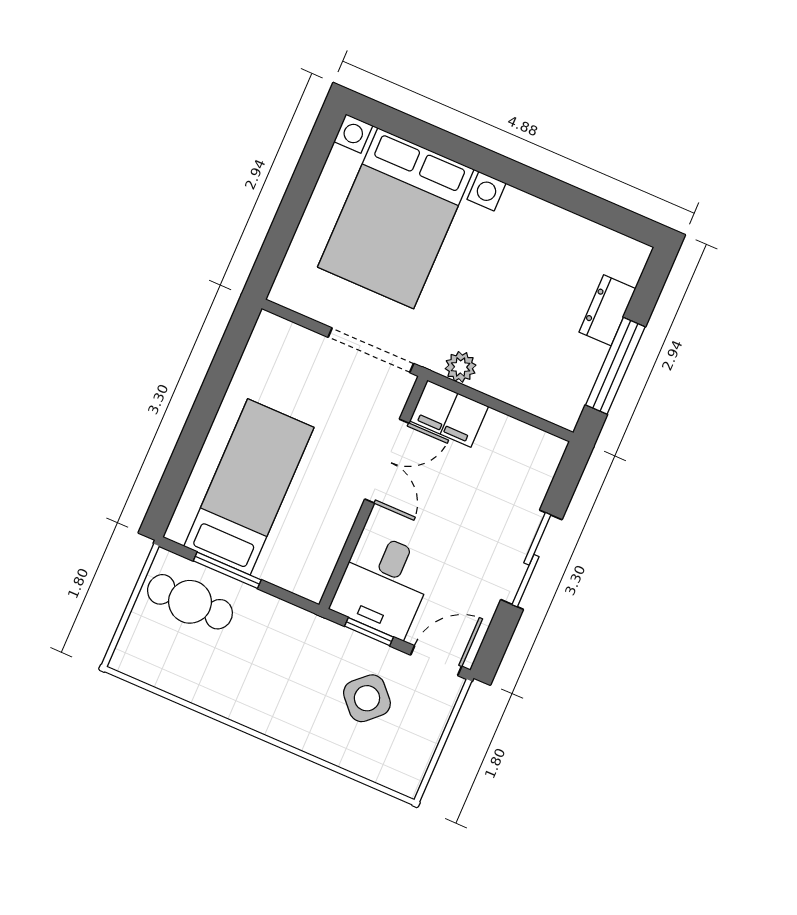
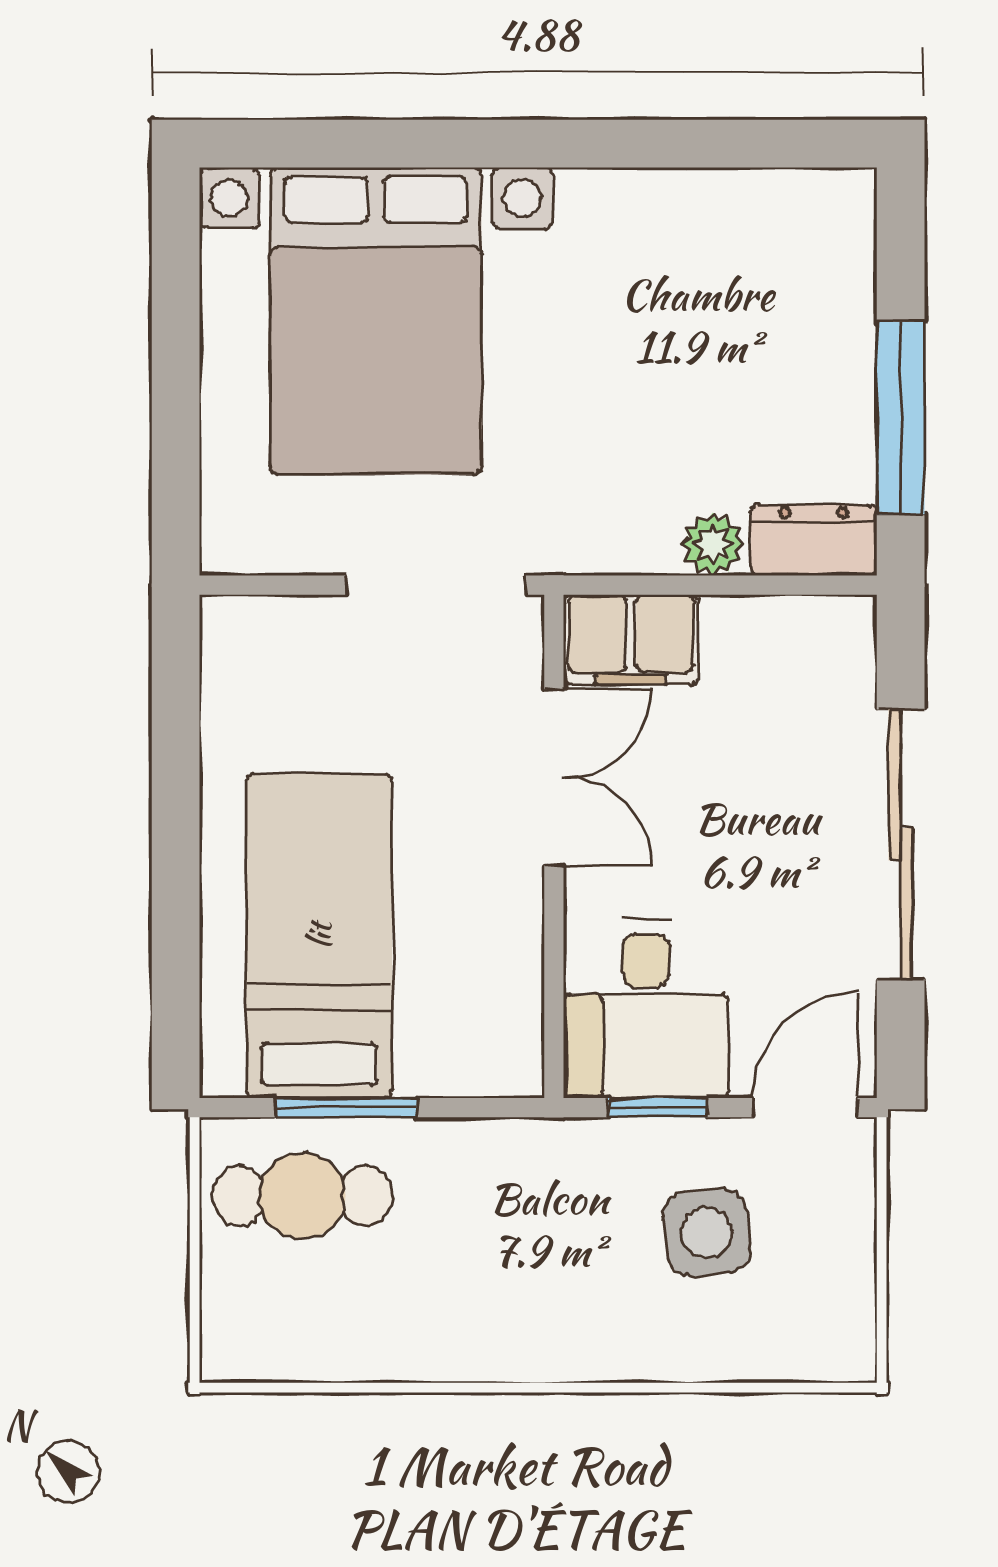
dresser: (607, 310) -> (814, 540), moved, turned 90
plant: (461, 367) -> (713, 544), moved
sliding door: (531, 560) -> (901, 844), width x1.37
side table: (367, 698) -> (707, 1232), turned 37

